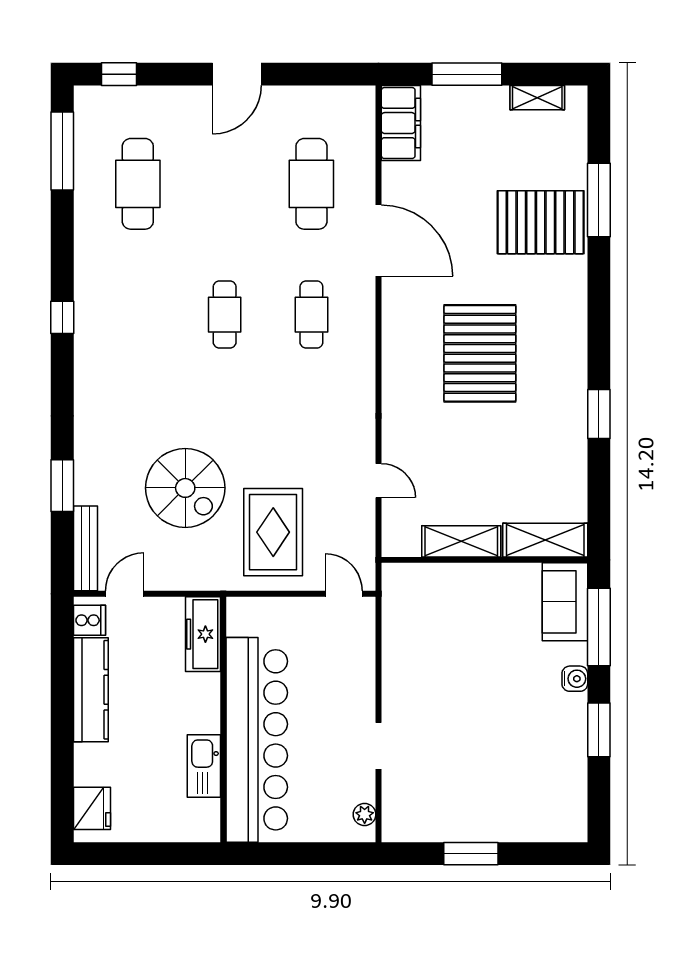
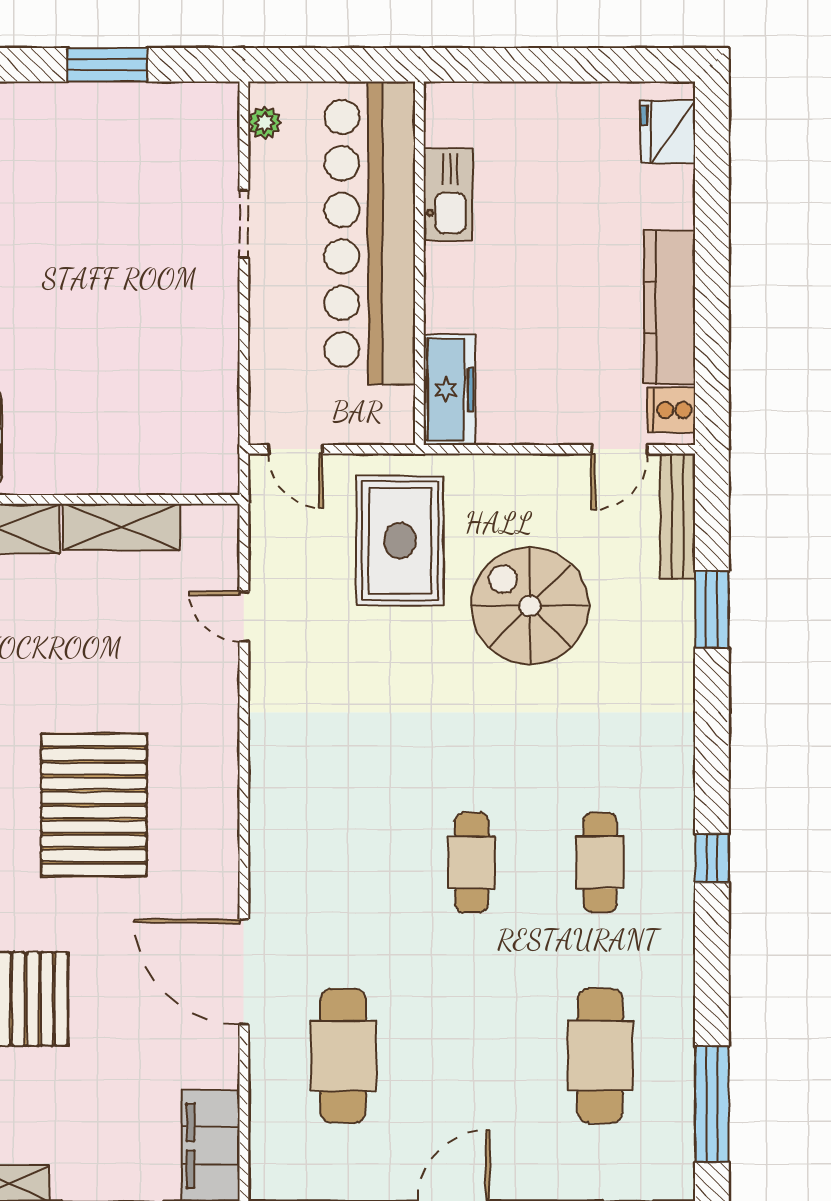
cafe table: (311, 315) -> (600, 862), moved
freezer: (203, 634) -> (449, 390), moved
wall: (223, 719) -> (419, 263), moved
bar counter: (257, 740) -> (370, 233), moved
kitchen sink: (204, 766) -> (448, 194), moved

